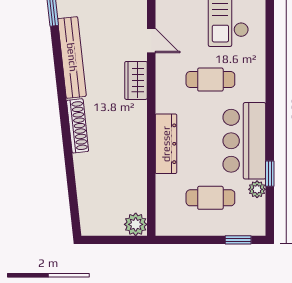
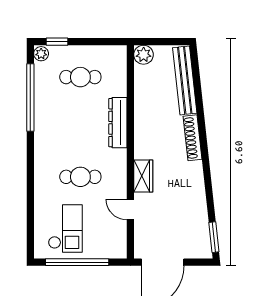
bench: (72, 57) -> (185, 80), moved
bar counter: (244, 141) -> (52, 125), removed
window: (270, 174) -> (30, 97), width x3.17
plant: (257, 189) -> (41, 54), moved

